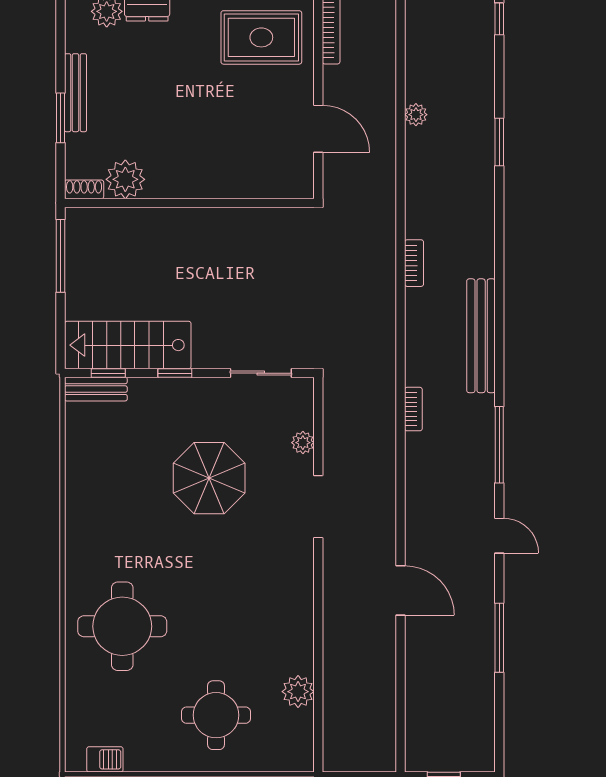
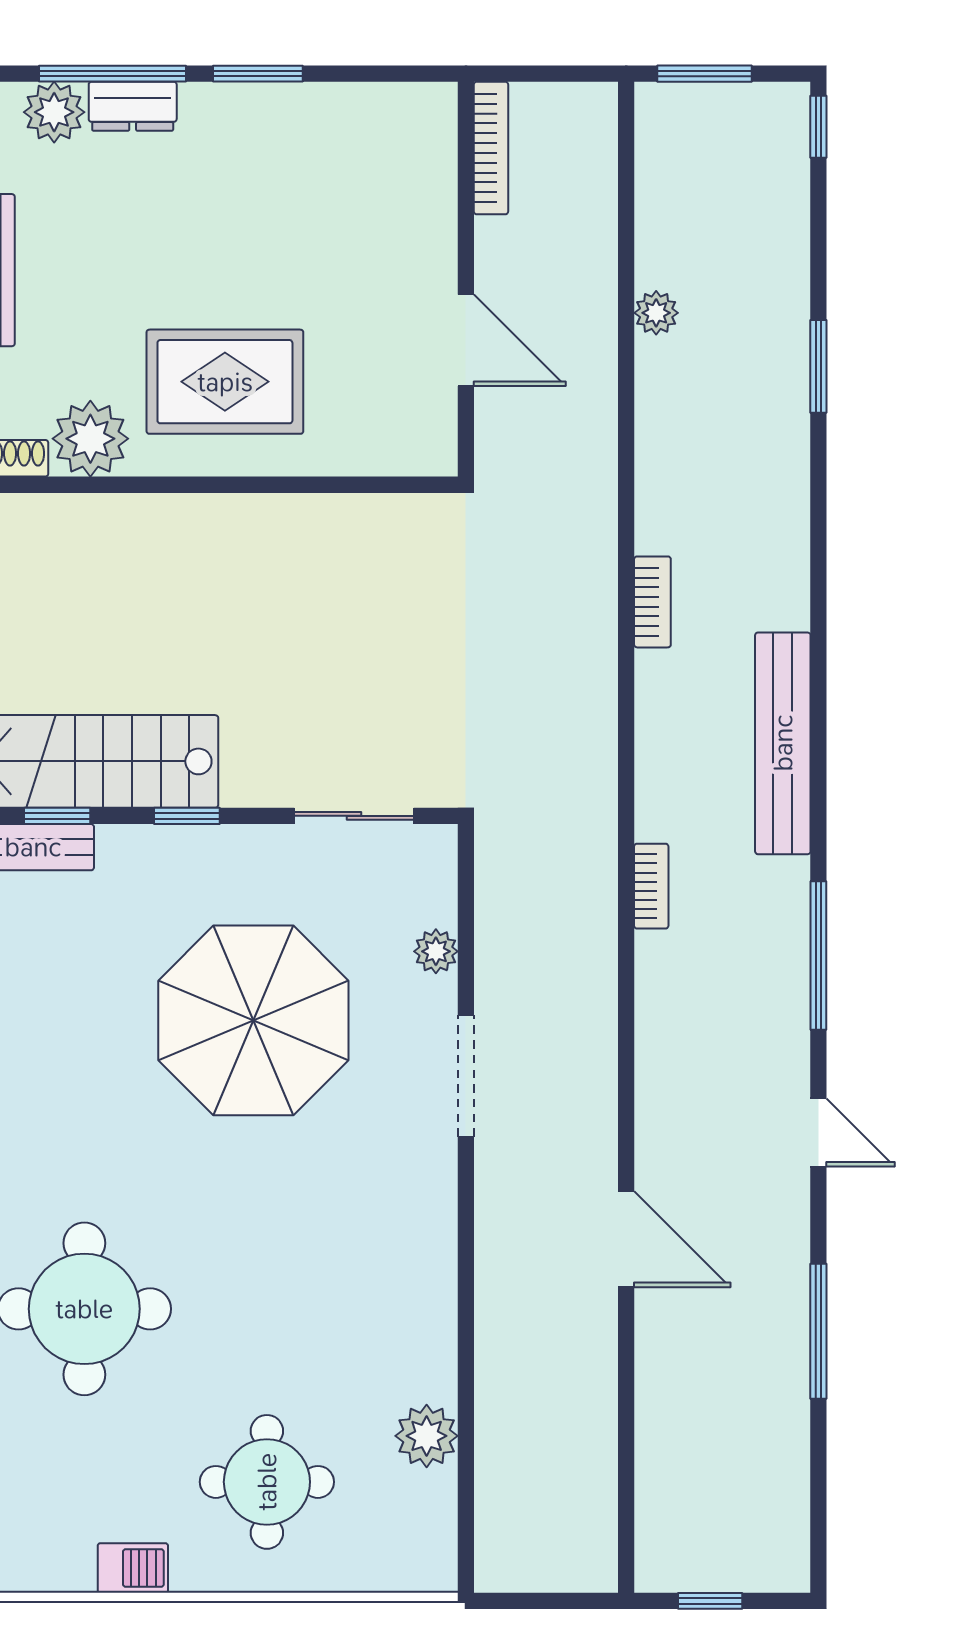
rug: (261, 37) -> (225, 382), moved
parasol: (209, 478) -> (253, 1020), width x1.36, depth x1.36
barbecue: (105, 759) -> (133, 1568), moved

